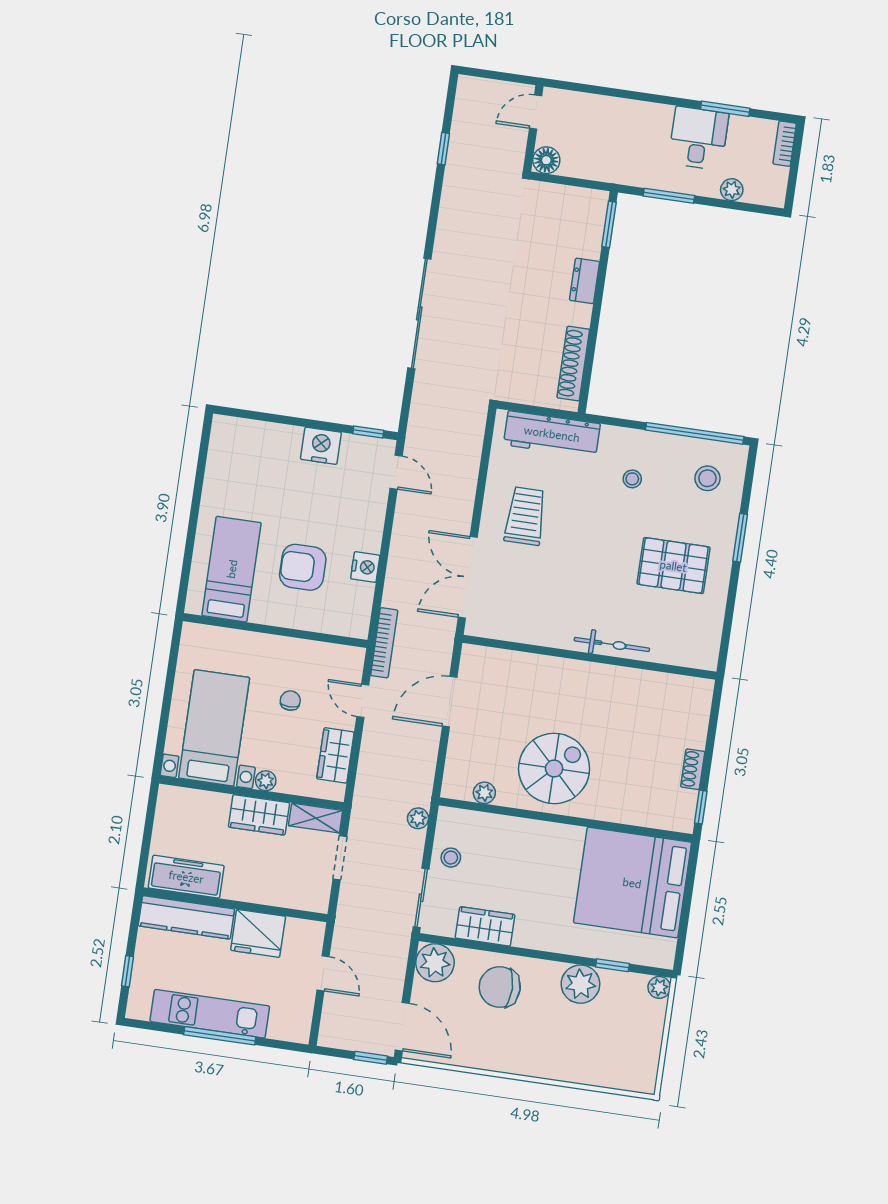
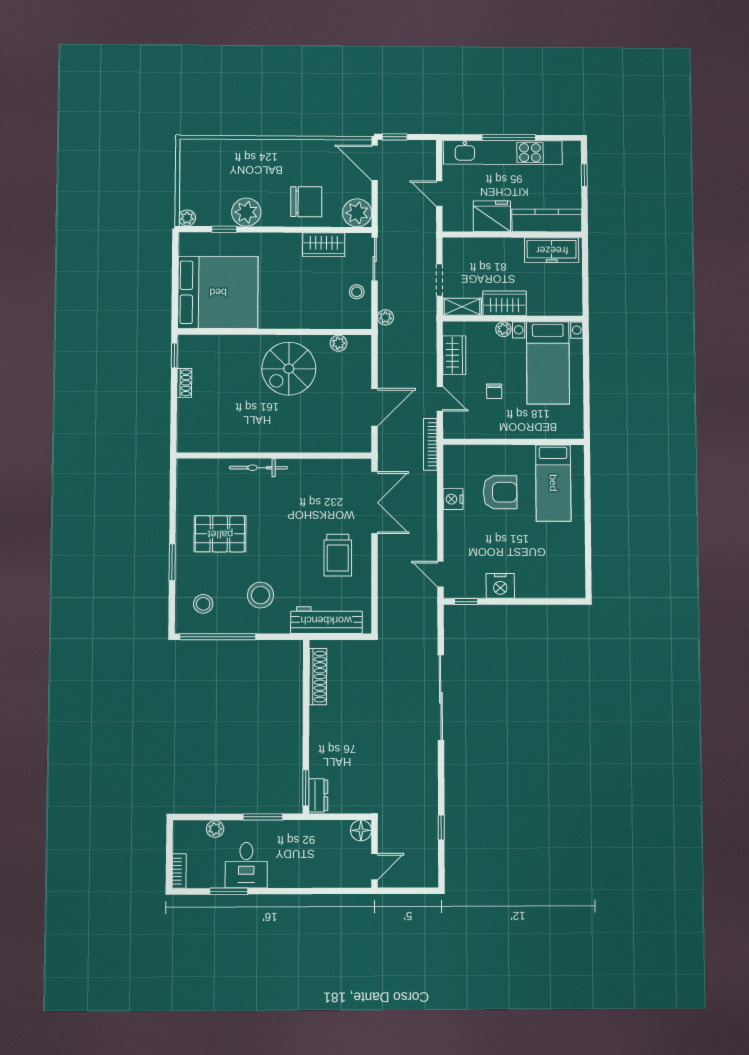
dresser: (585, 281) -> (318, 795), moved
stool: (632, 479) -> (260, 595), width x1.89, depth x1.89
kitchen unit: (210, 1014) -> (503, 152), width x1.36

